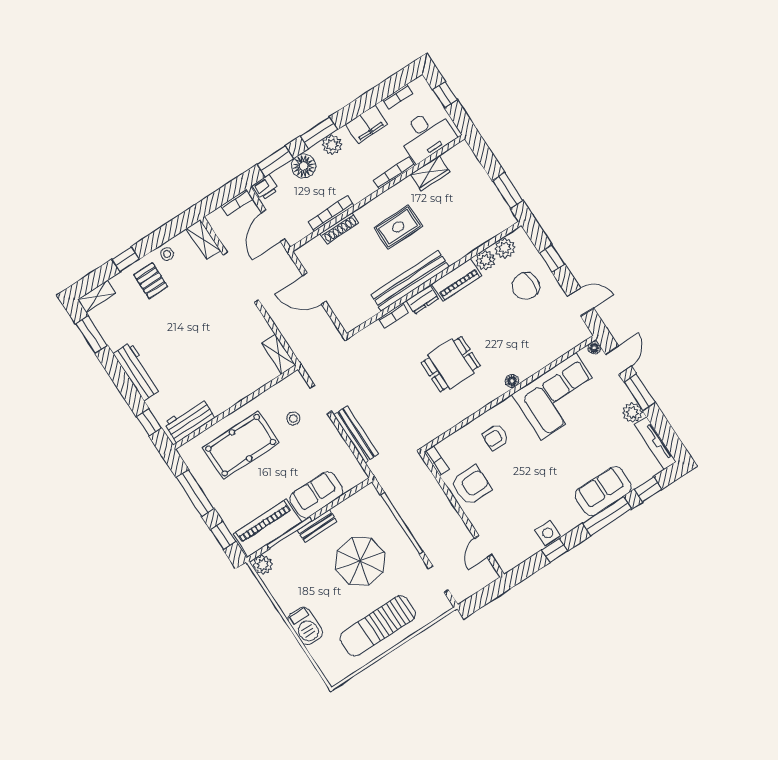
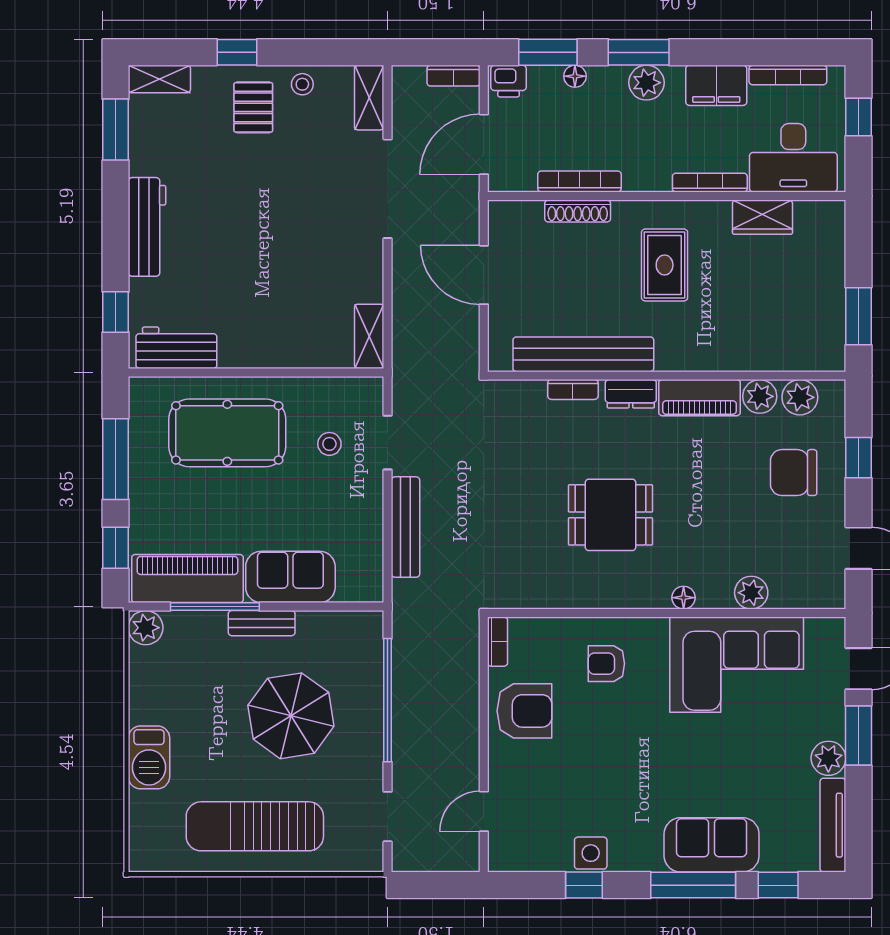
bookcase: (398, 97) -> (788, 75), width x1.56
floor lamp: (304, 166) -> (575, 76), width x0.53, depth x0.53
rug: (398, 227) -> (665, 265), turned 90
bench: (410, 281) -> (583, 354), moved
floor lamp: (594, 348) -> (835, 628), removed
plant: (543, 357) -> (751, 593), added

